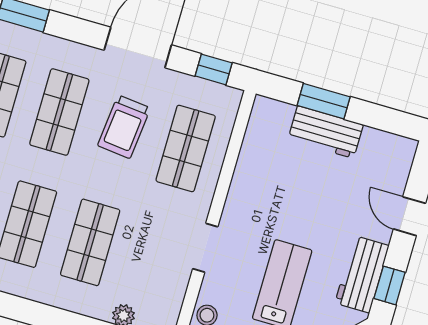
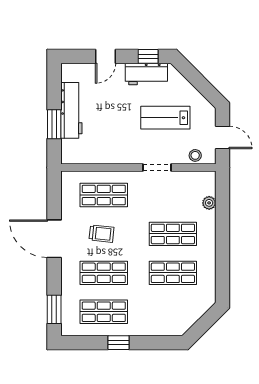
window: (214, 69) -> (54, 192), removed
trolley: (124, 127) -> (102, 234), width x0.73, depth x0.72
workbench: (326, 132) -> (71, 110), width x1.38

